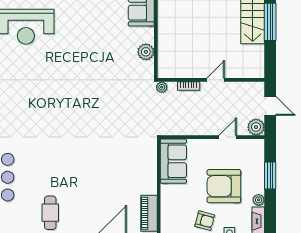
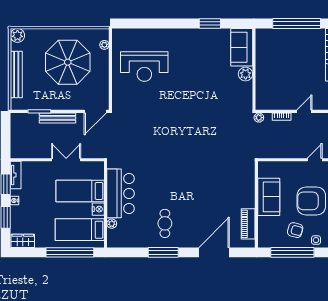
plant: (146, 52) -> (246, 74), moved
sofa: (173, 161) -> (269, 197), moved

